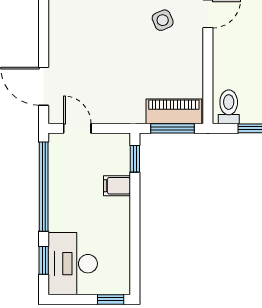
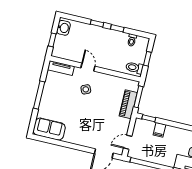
piano: (174, 111) -> (128, 104), moved

